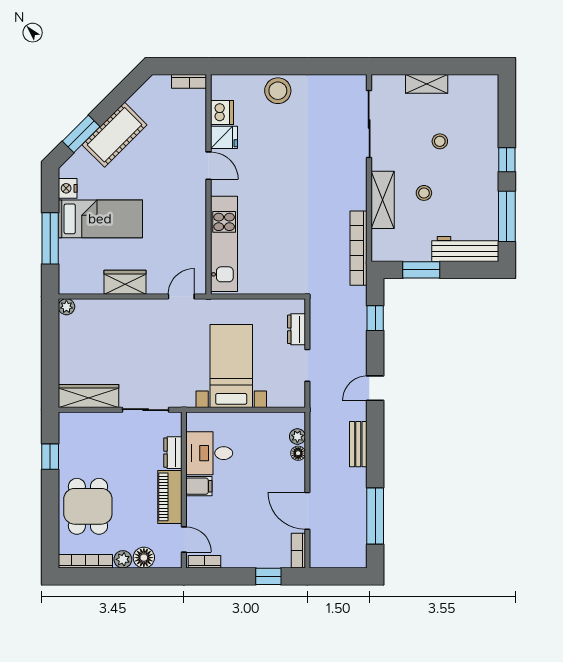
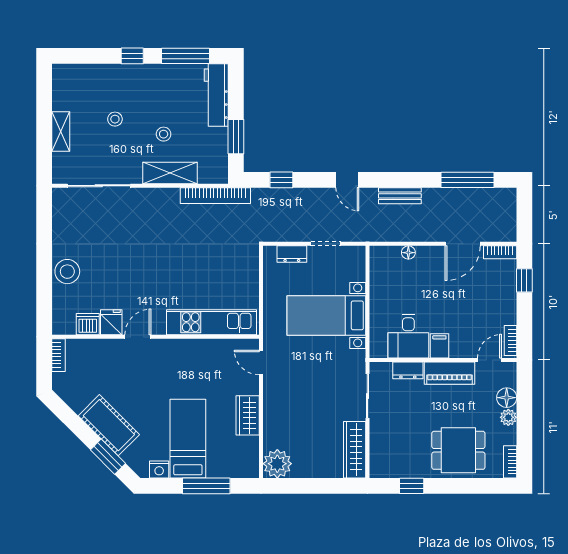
plant: (66, 307) -> (277, 464), width x1.87, depth x1.87
plant: (297, 436) -> (393, 253), removed
bookcase: (85, 561) -> (510, 462), width x0.64

